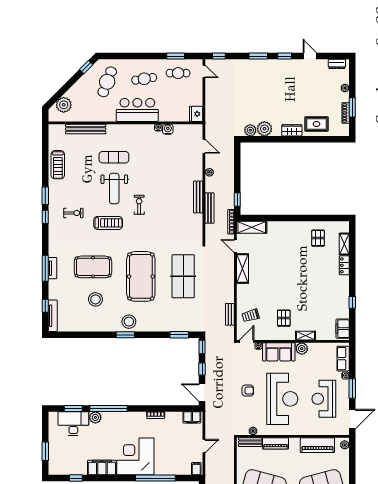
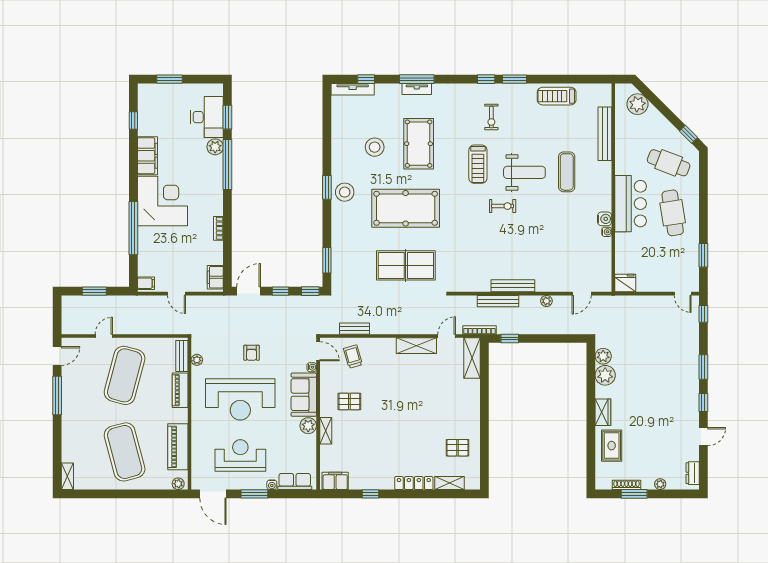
door: (204, 71) -> (683, 294), hinge flipped
cafe table: (178, 73) -> (680, 259), removed
cafe table: (144, 79) -> (673, 213), width x1.37, depth x1.35
water cooler: (168, 129) -> (605, 219), moved
weight bench: (114, 188) -> (524, 172), turned 180
locker: (344, 265) -> (414, 483), width x1.53

